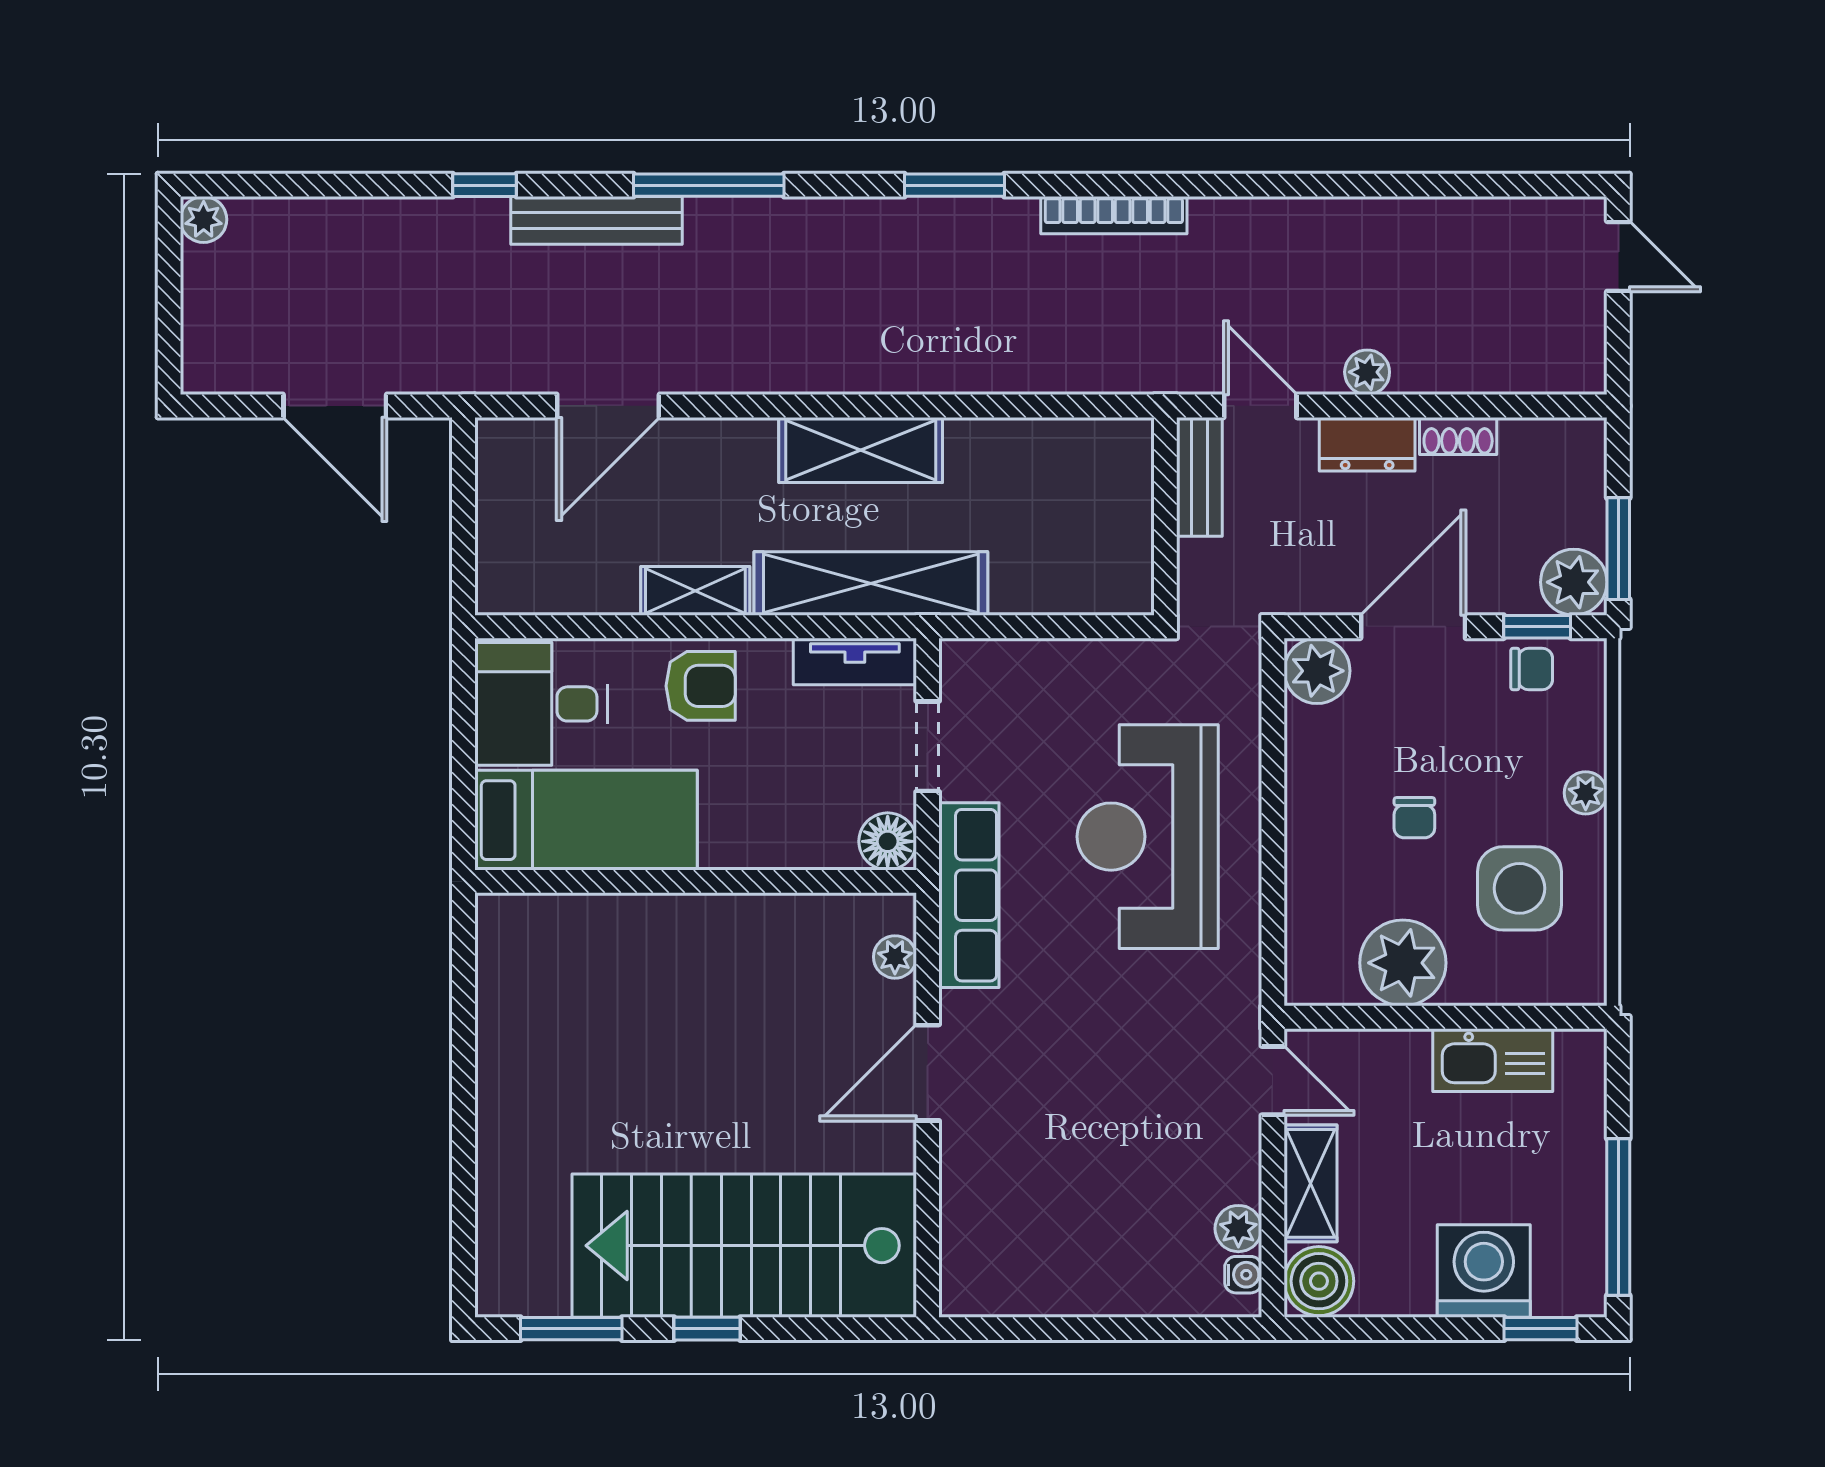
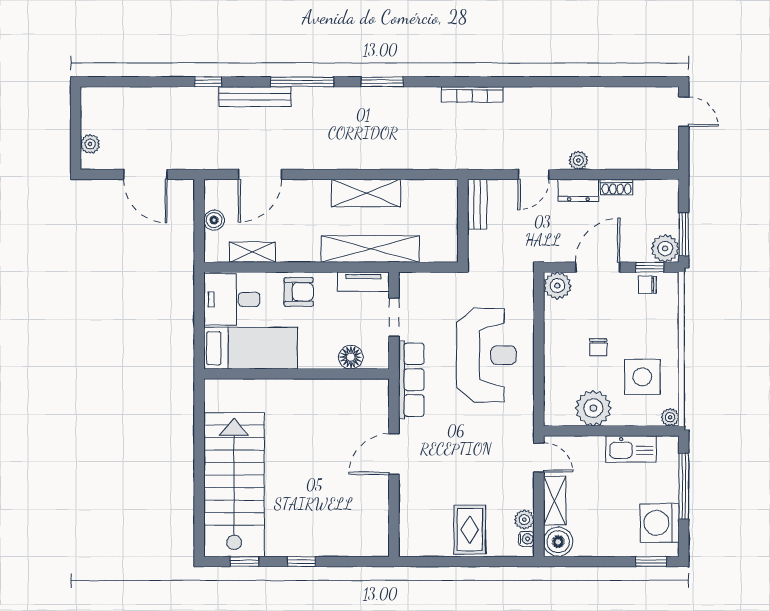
window: (954, 185) -> (382, 82), moved
plant: (204, 220) -> (90, 144), moved
door: (1260, 406) -> (534, 174), swing flipped
bench: (1199, 477) -> (477, 204), moved
boiler: (499, 515) -> (214, 220), added
wall: (1165, 516) -> (463, 221), moved
shelving: (695, 591) -> (252, 252), moved
chair: (1532, 669) -> (647, 285), turned 180
plant: (1586, 793) -> (670, 417), moved
reception desk: (1148, 837) -> (486, 355), turned 180
floor lamp: (888, 841) -> (351, 357), moved
plant: (895, 957) -> (380, 406), removed
window: (1618, 1217) -> (684, 486), moved
stairs: (744, 1246) -> (234, 485), moved, turned 90
rug: (1108, 1252) -> (470, 529), added
washing machine: (1484, 1271) -> (660, 523), moved, turned -90
window: (571, 1329) -> (244, 562), width x0.67

